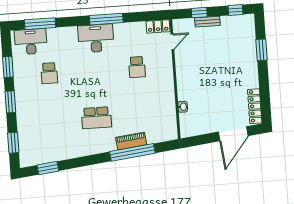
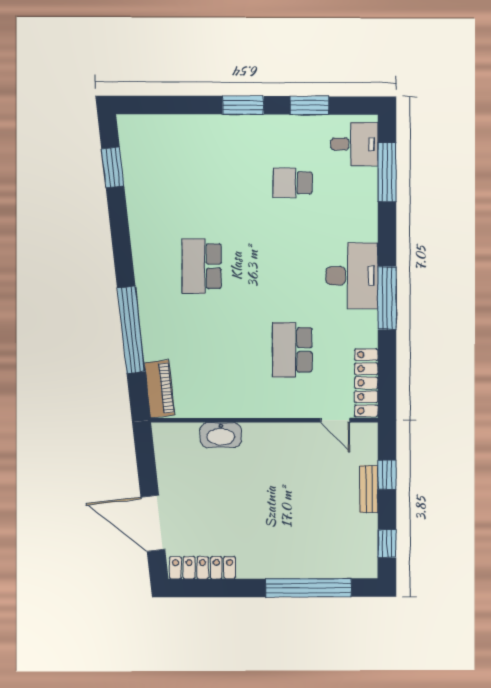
locker: (158, 26) -> (366, 383), width x1.53
desk: (31, 42) -> (354, 144), width x0.73
window: (262, 50) -> (308, 588), width x2.11
school desk: (137, 67) -> (292, 350), width x1.85
washbasin: (183, 107) -> (221, 435), width x1.91, depth x1.45
piano: (131, 141) -> (160, 389), moved
window: (13, 143) -> (165, 105), removed

